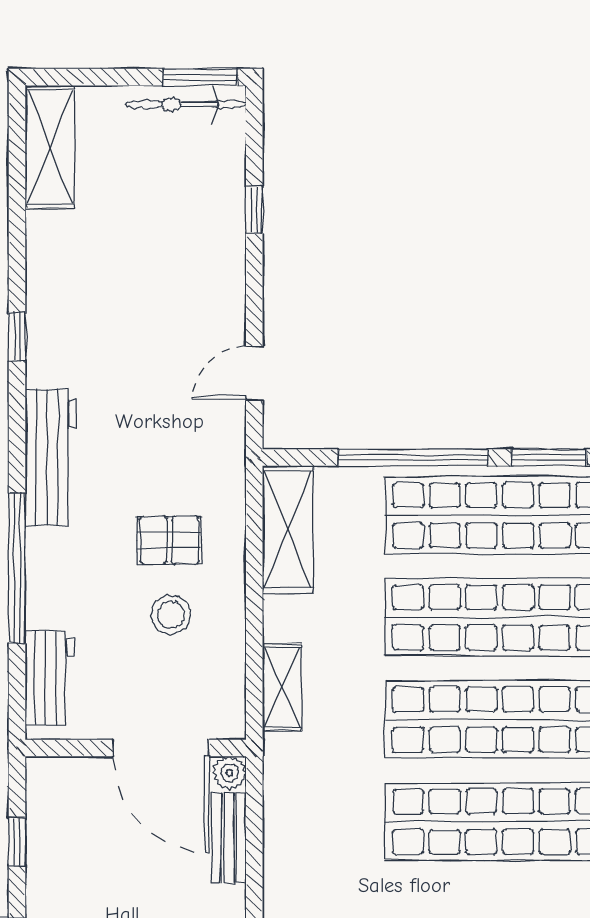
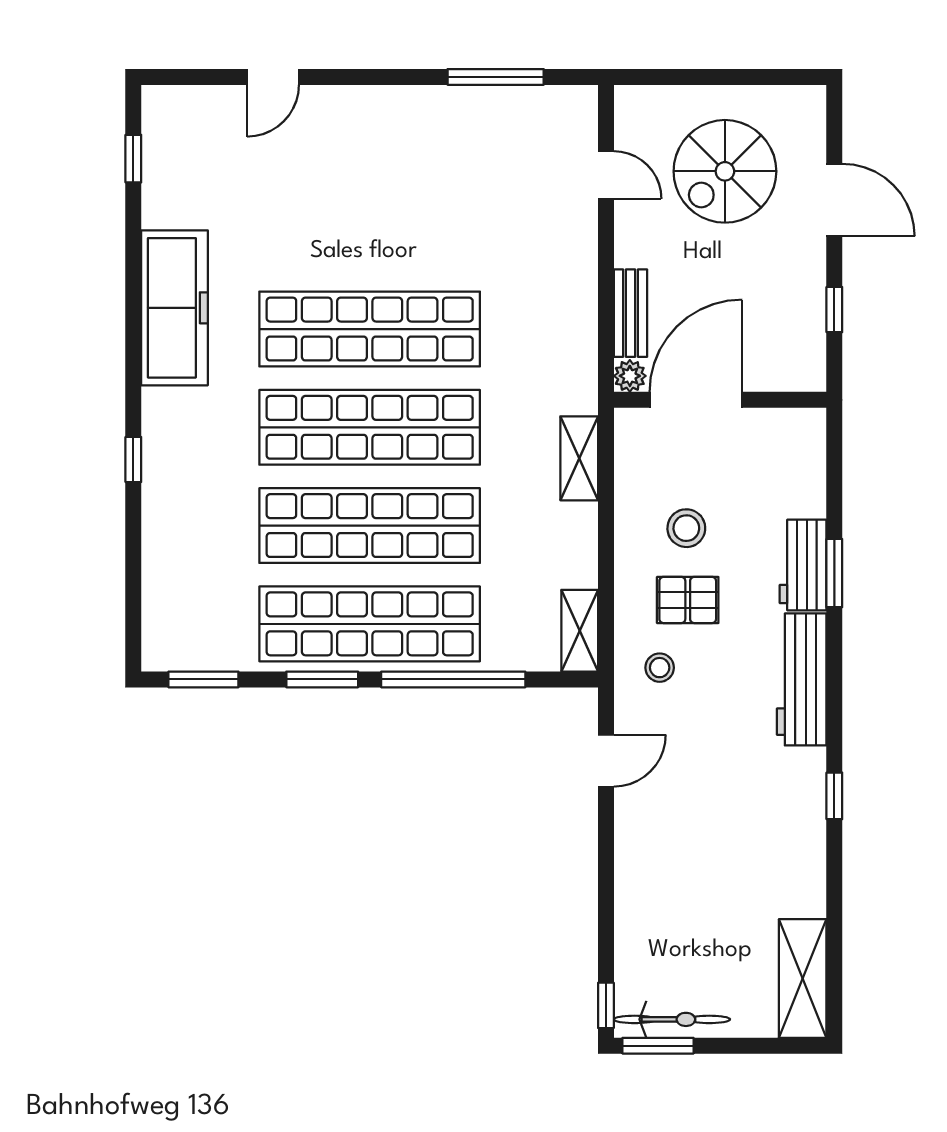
window: (254, 210) -> (606, 1005), moved
stool: (199, 470) -> (660, 668), added
shelving: (288, 529) -> (580, 631), width x0.67, depth x0.75
window: (17, 568) -> (834, 573), width x0.47
workbench: (49, 678) -> (803, 565), moved
door: (161, 748) -> (696, 400), hinge flipped

